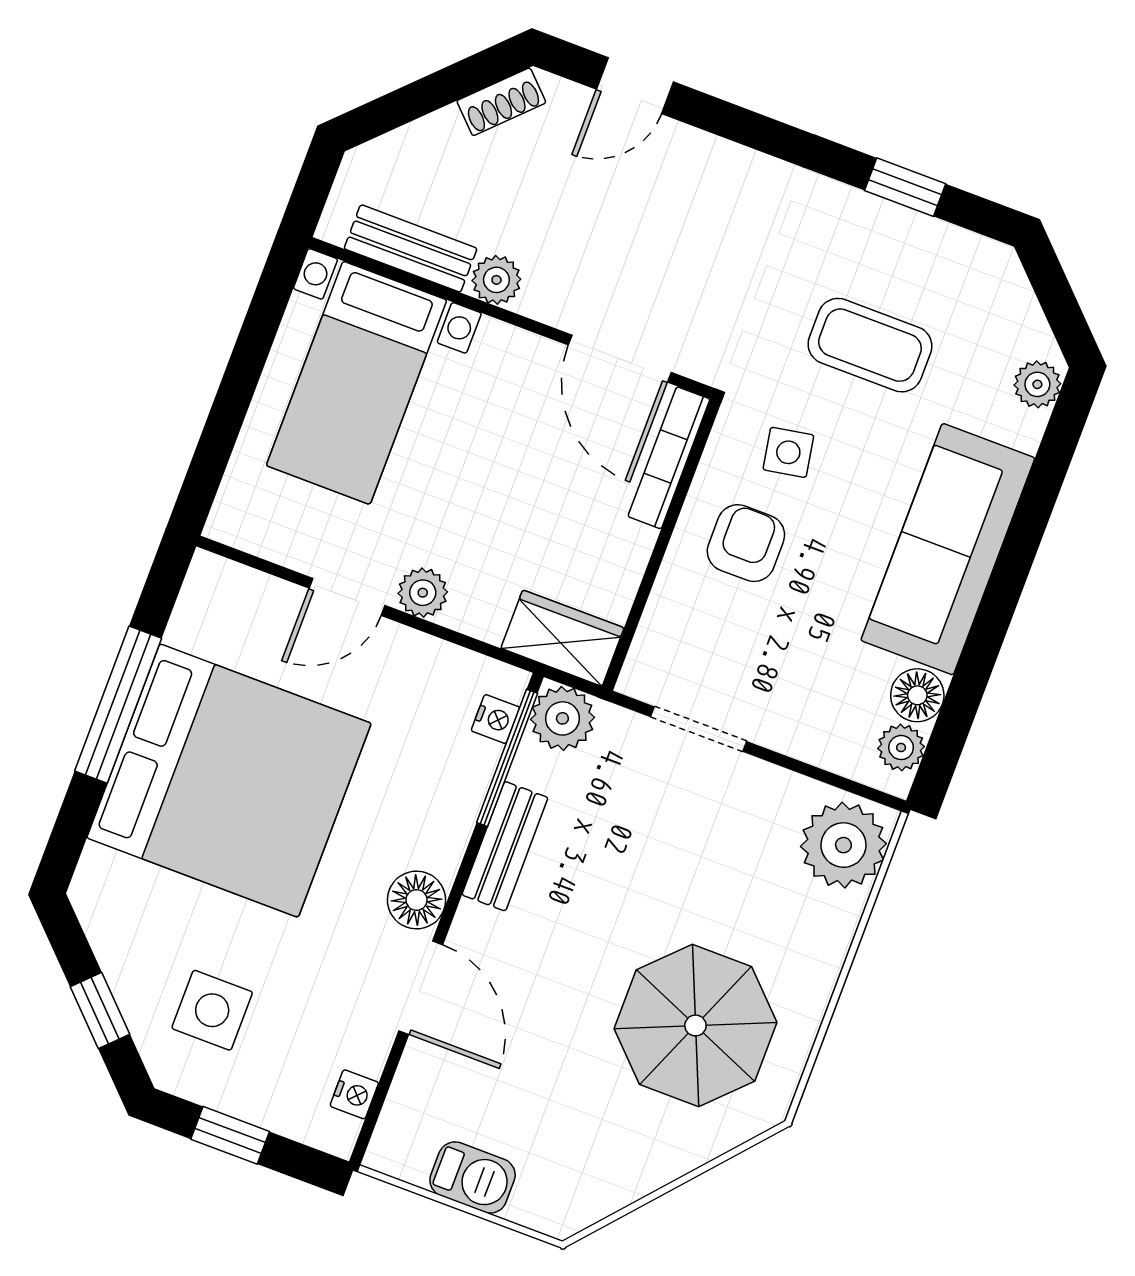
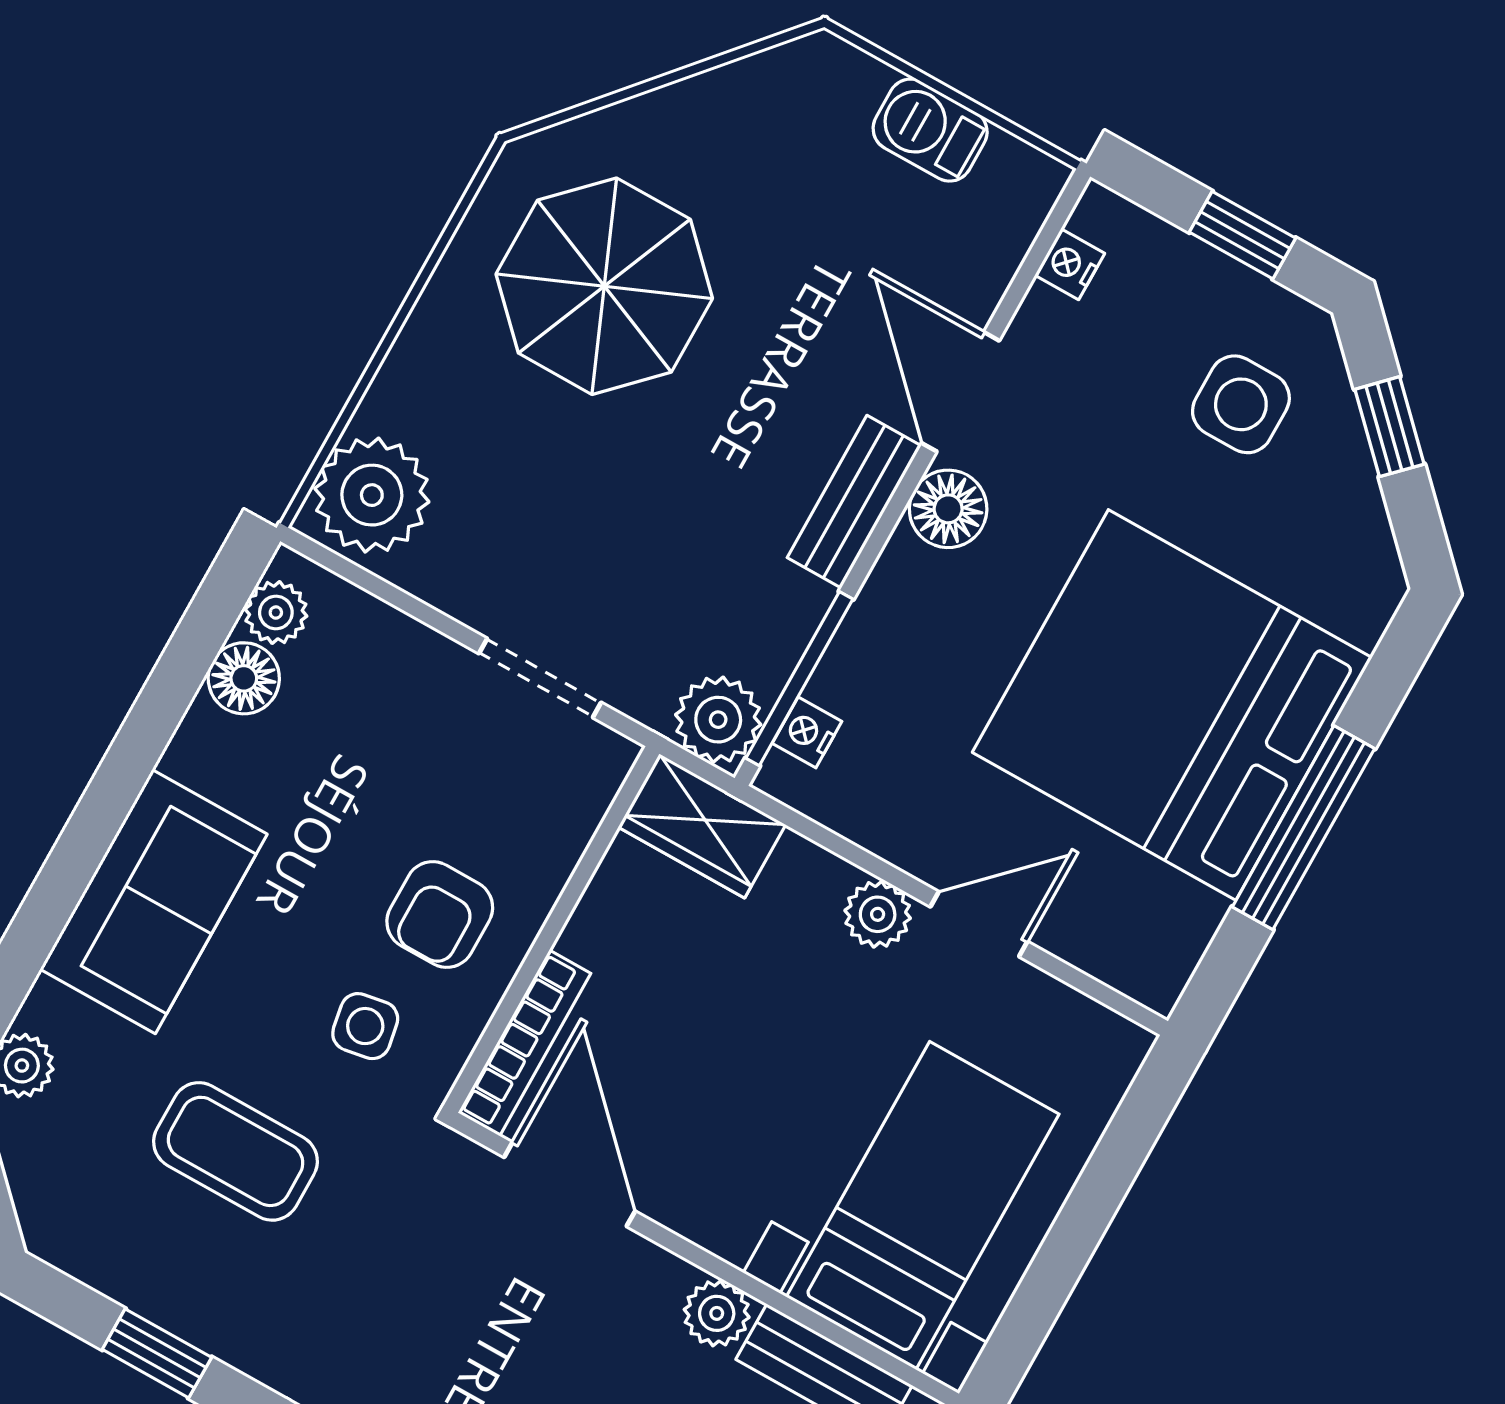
sofa: (948, 549) -> (154, 902), width x0.73
bench: (505, 846) -> (854, 502), moved

